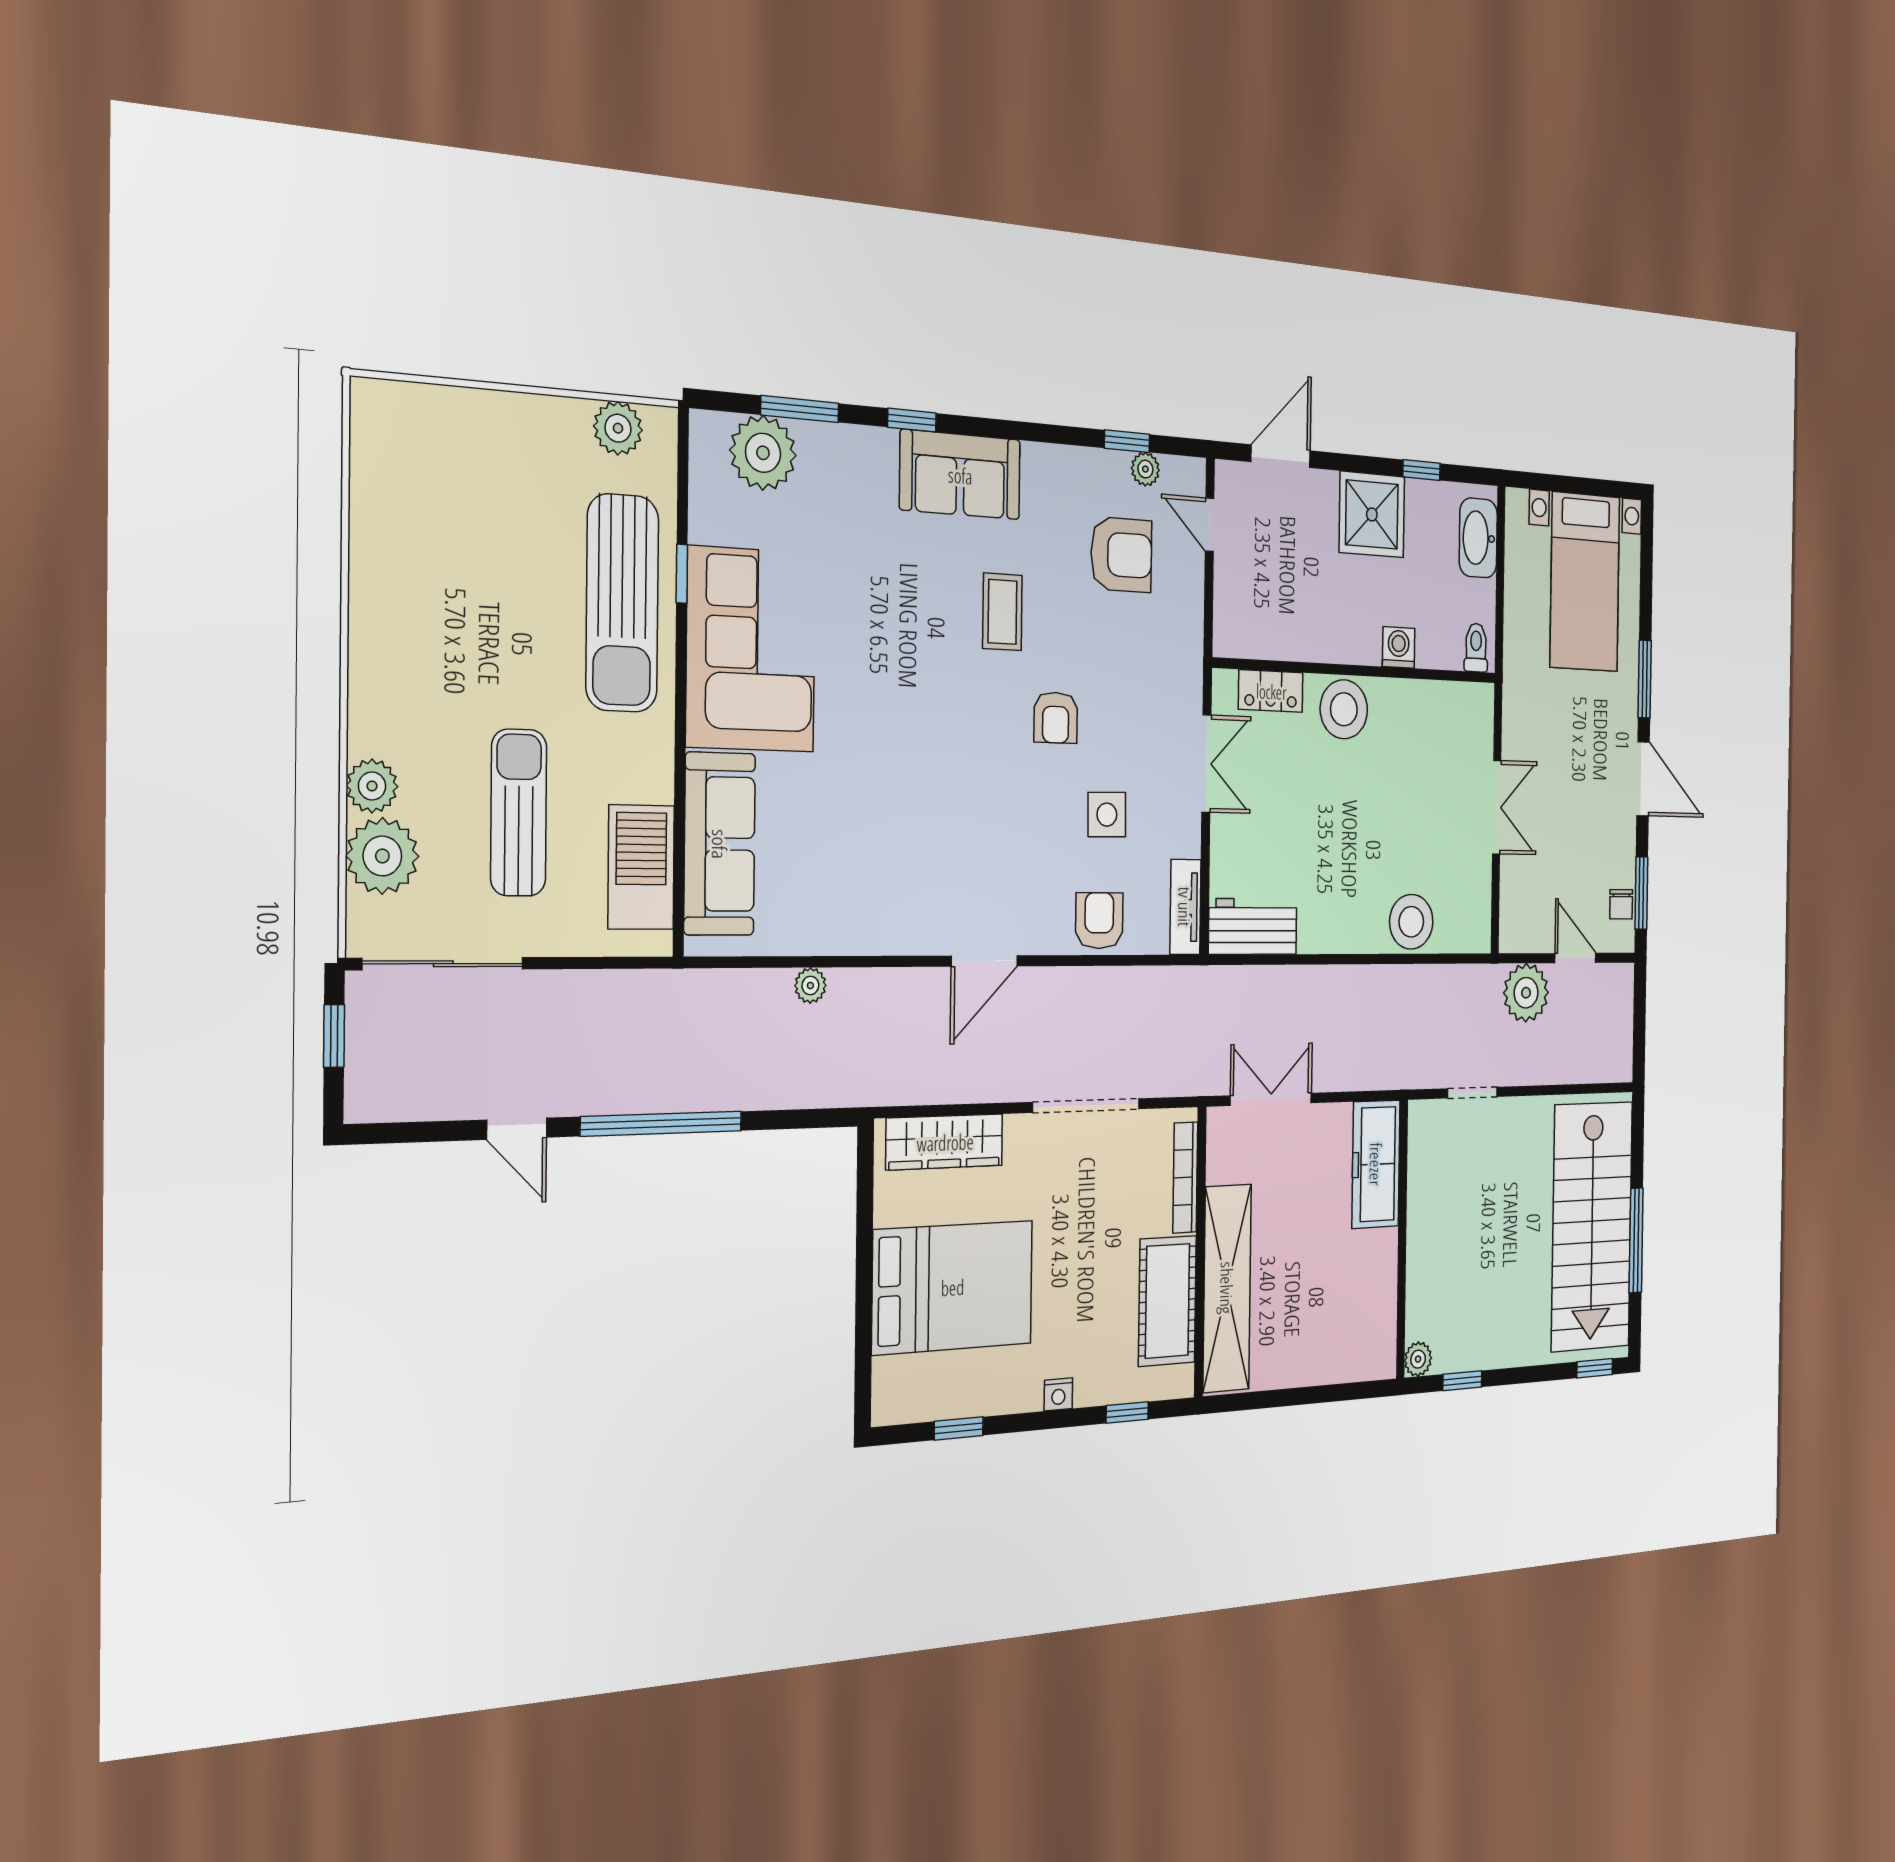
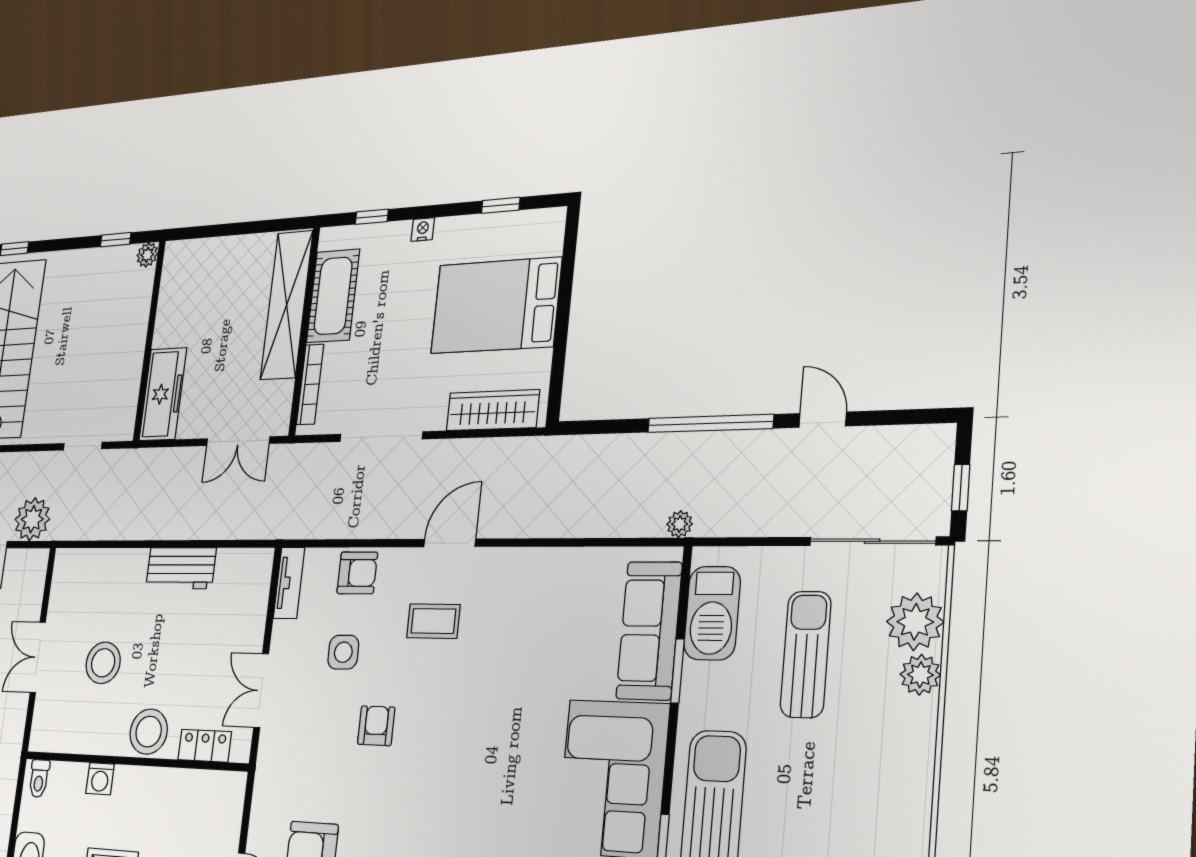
coffee table: (1002, 612) -> (433, 621), moved, turned 90
window: (680, 791) -> (677, 671), added
sun lounger: (519, 813) -> (806, 654), turned 180
armchair: (1099, 921) -> (357, 573), turned -90
stool: (1411, 922) -> (103, 663), moved
workbench: (1253, 926) -> (181, 568), moved
plant: (810, 985) -> (680, 524), moved

